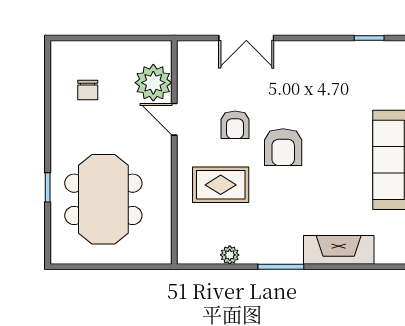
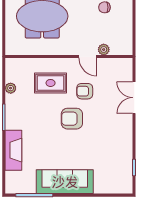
plant: (153, 83) -> (104, 50), width x0.53, depth x0.53
door: (174, 119) -> (88, 57), swing flipped
rug: (221, 185) -> (51, 83), turned 90

